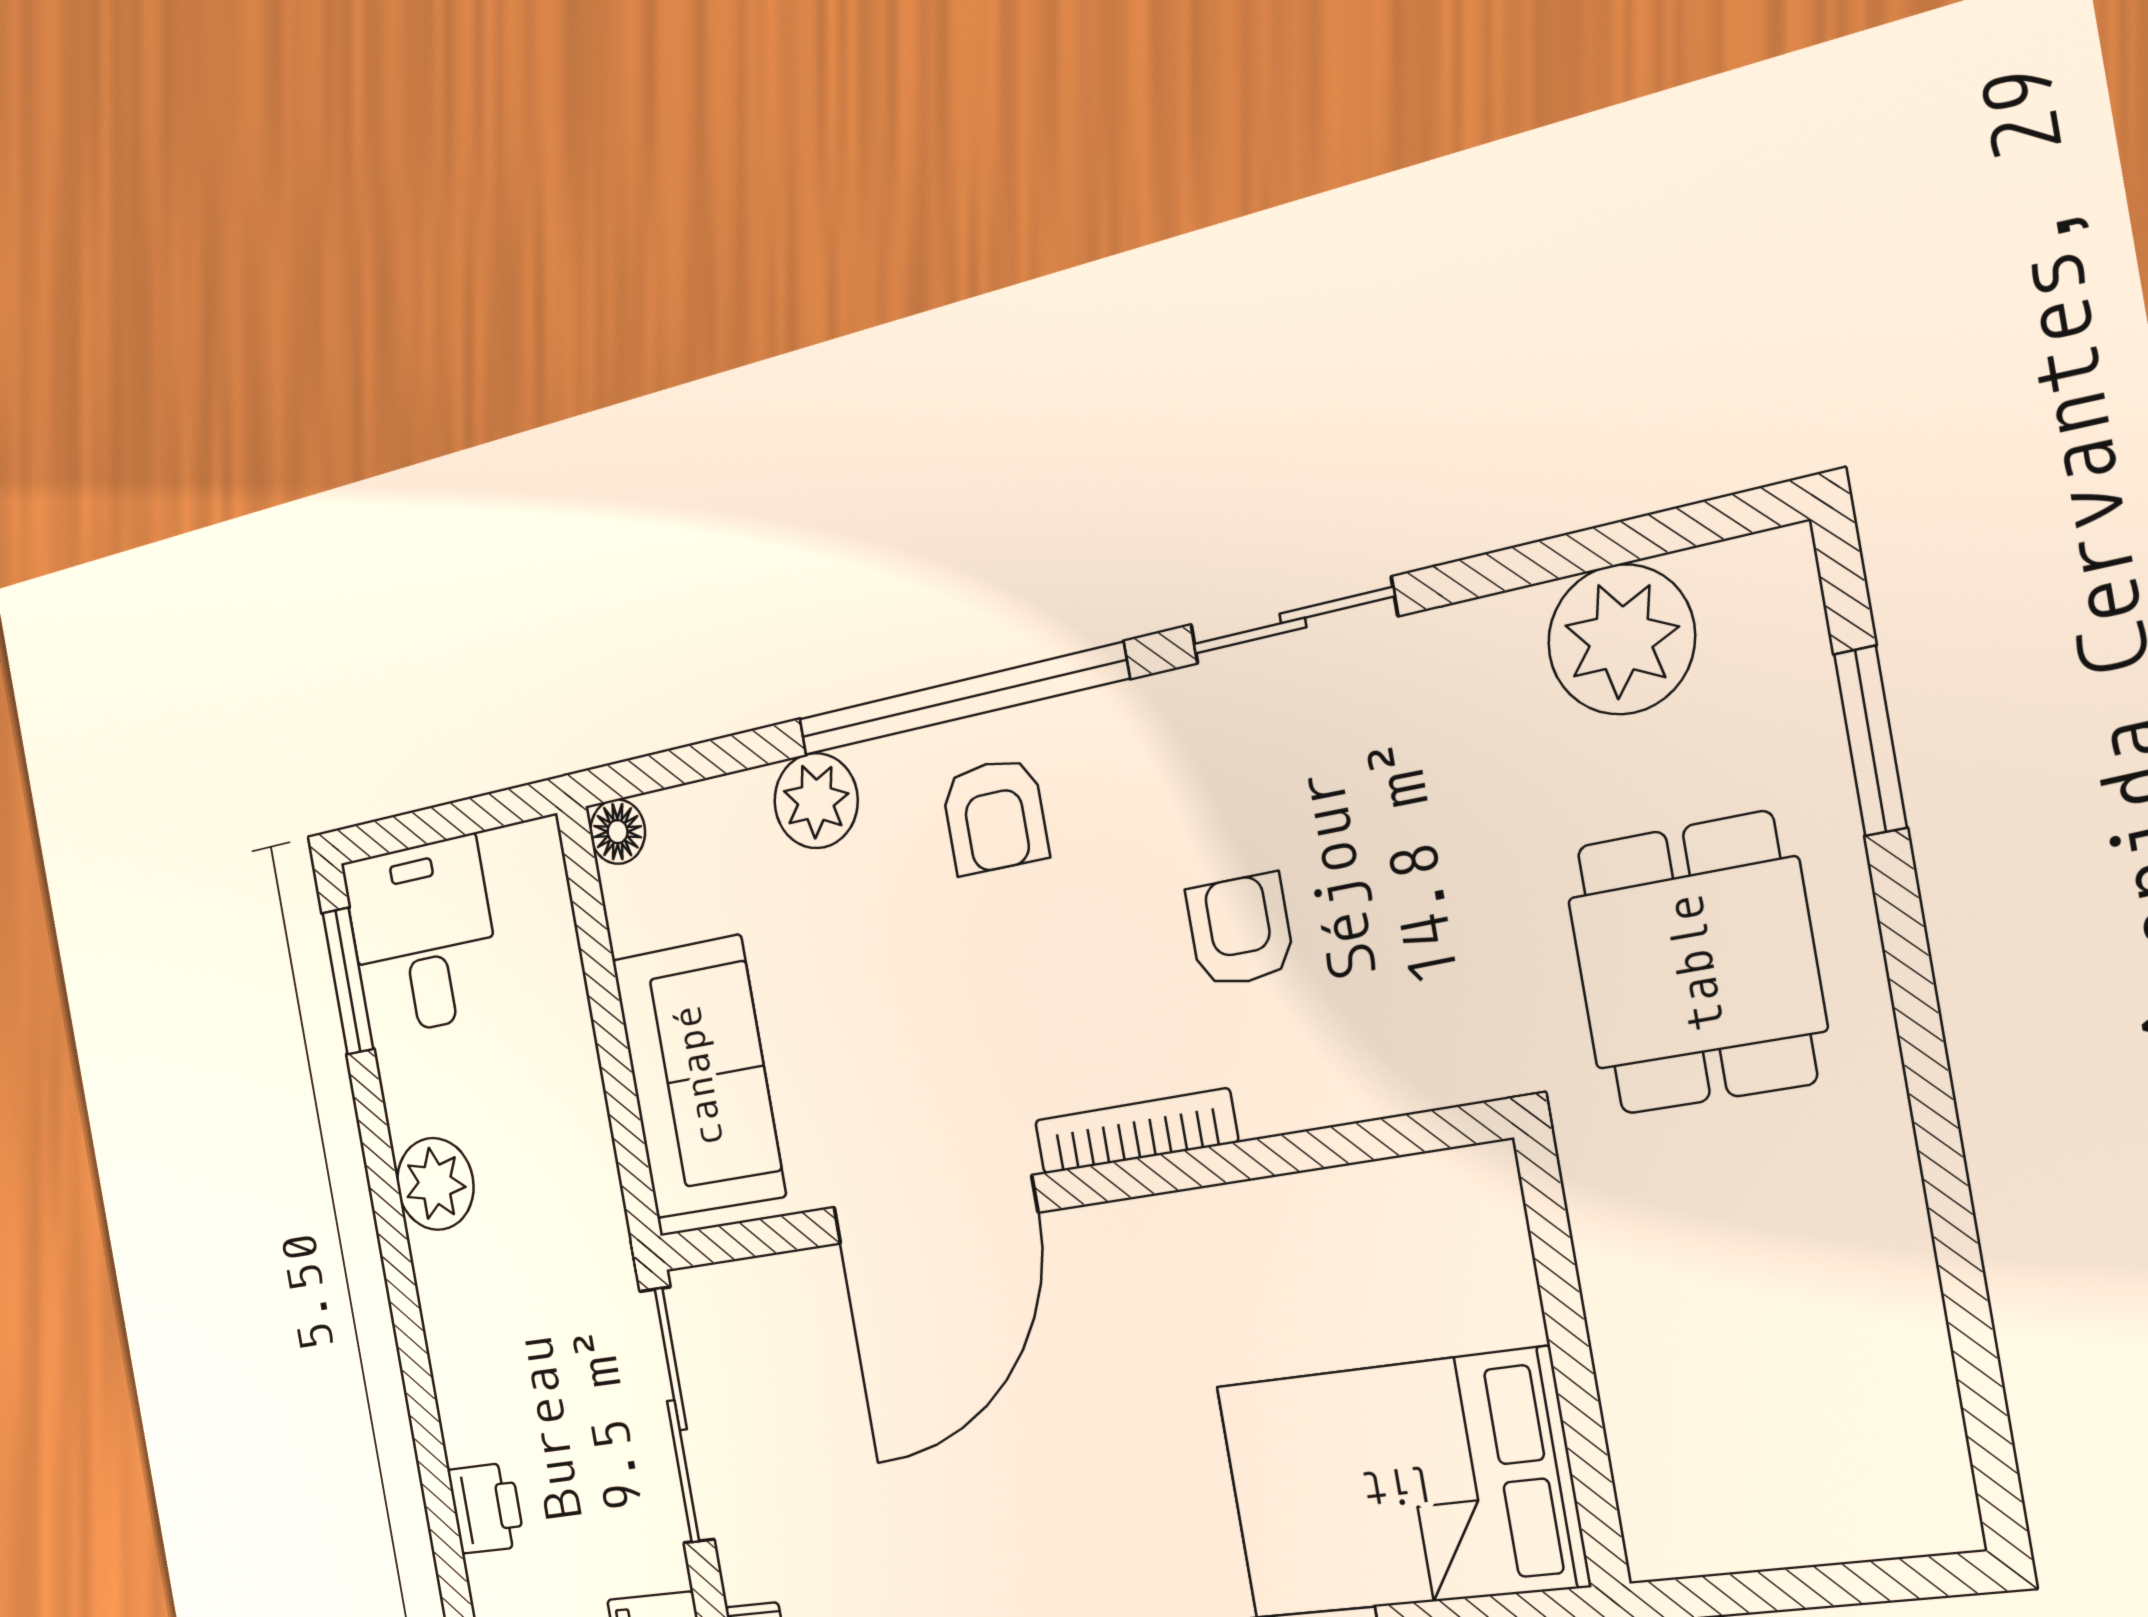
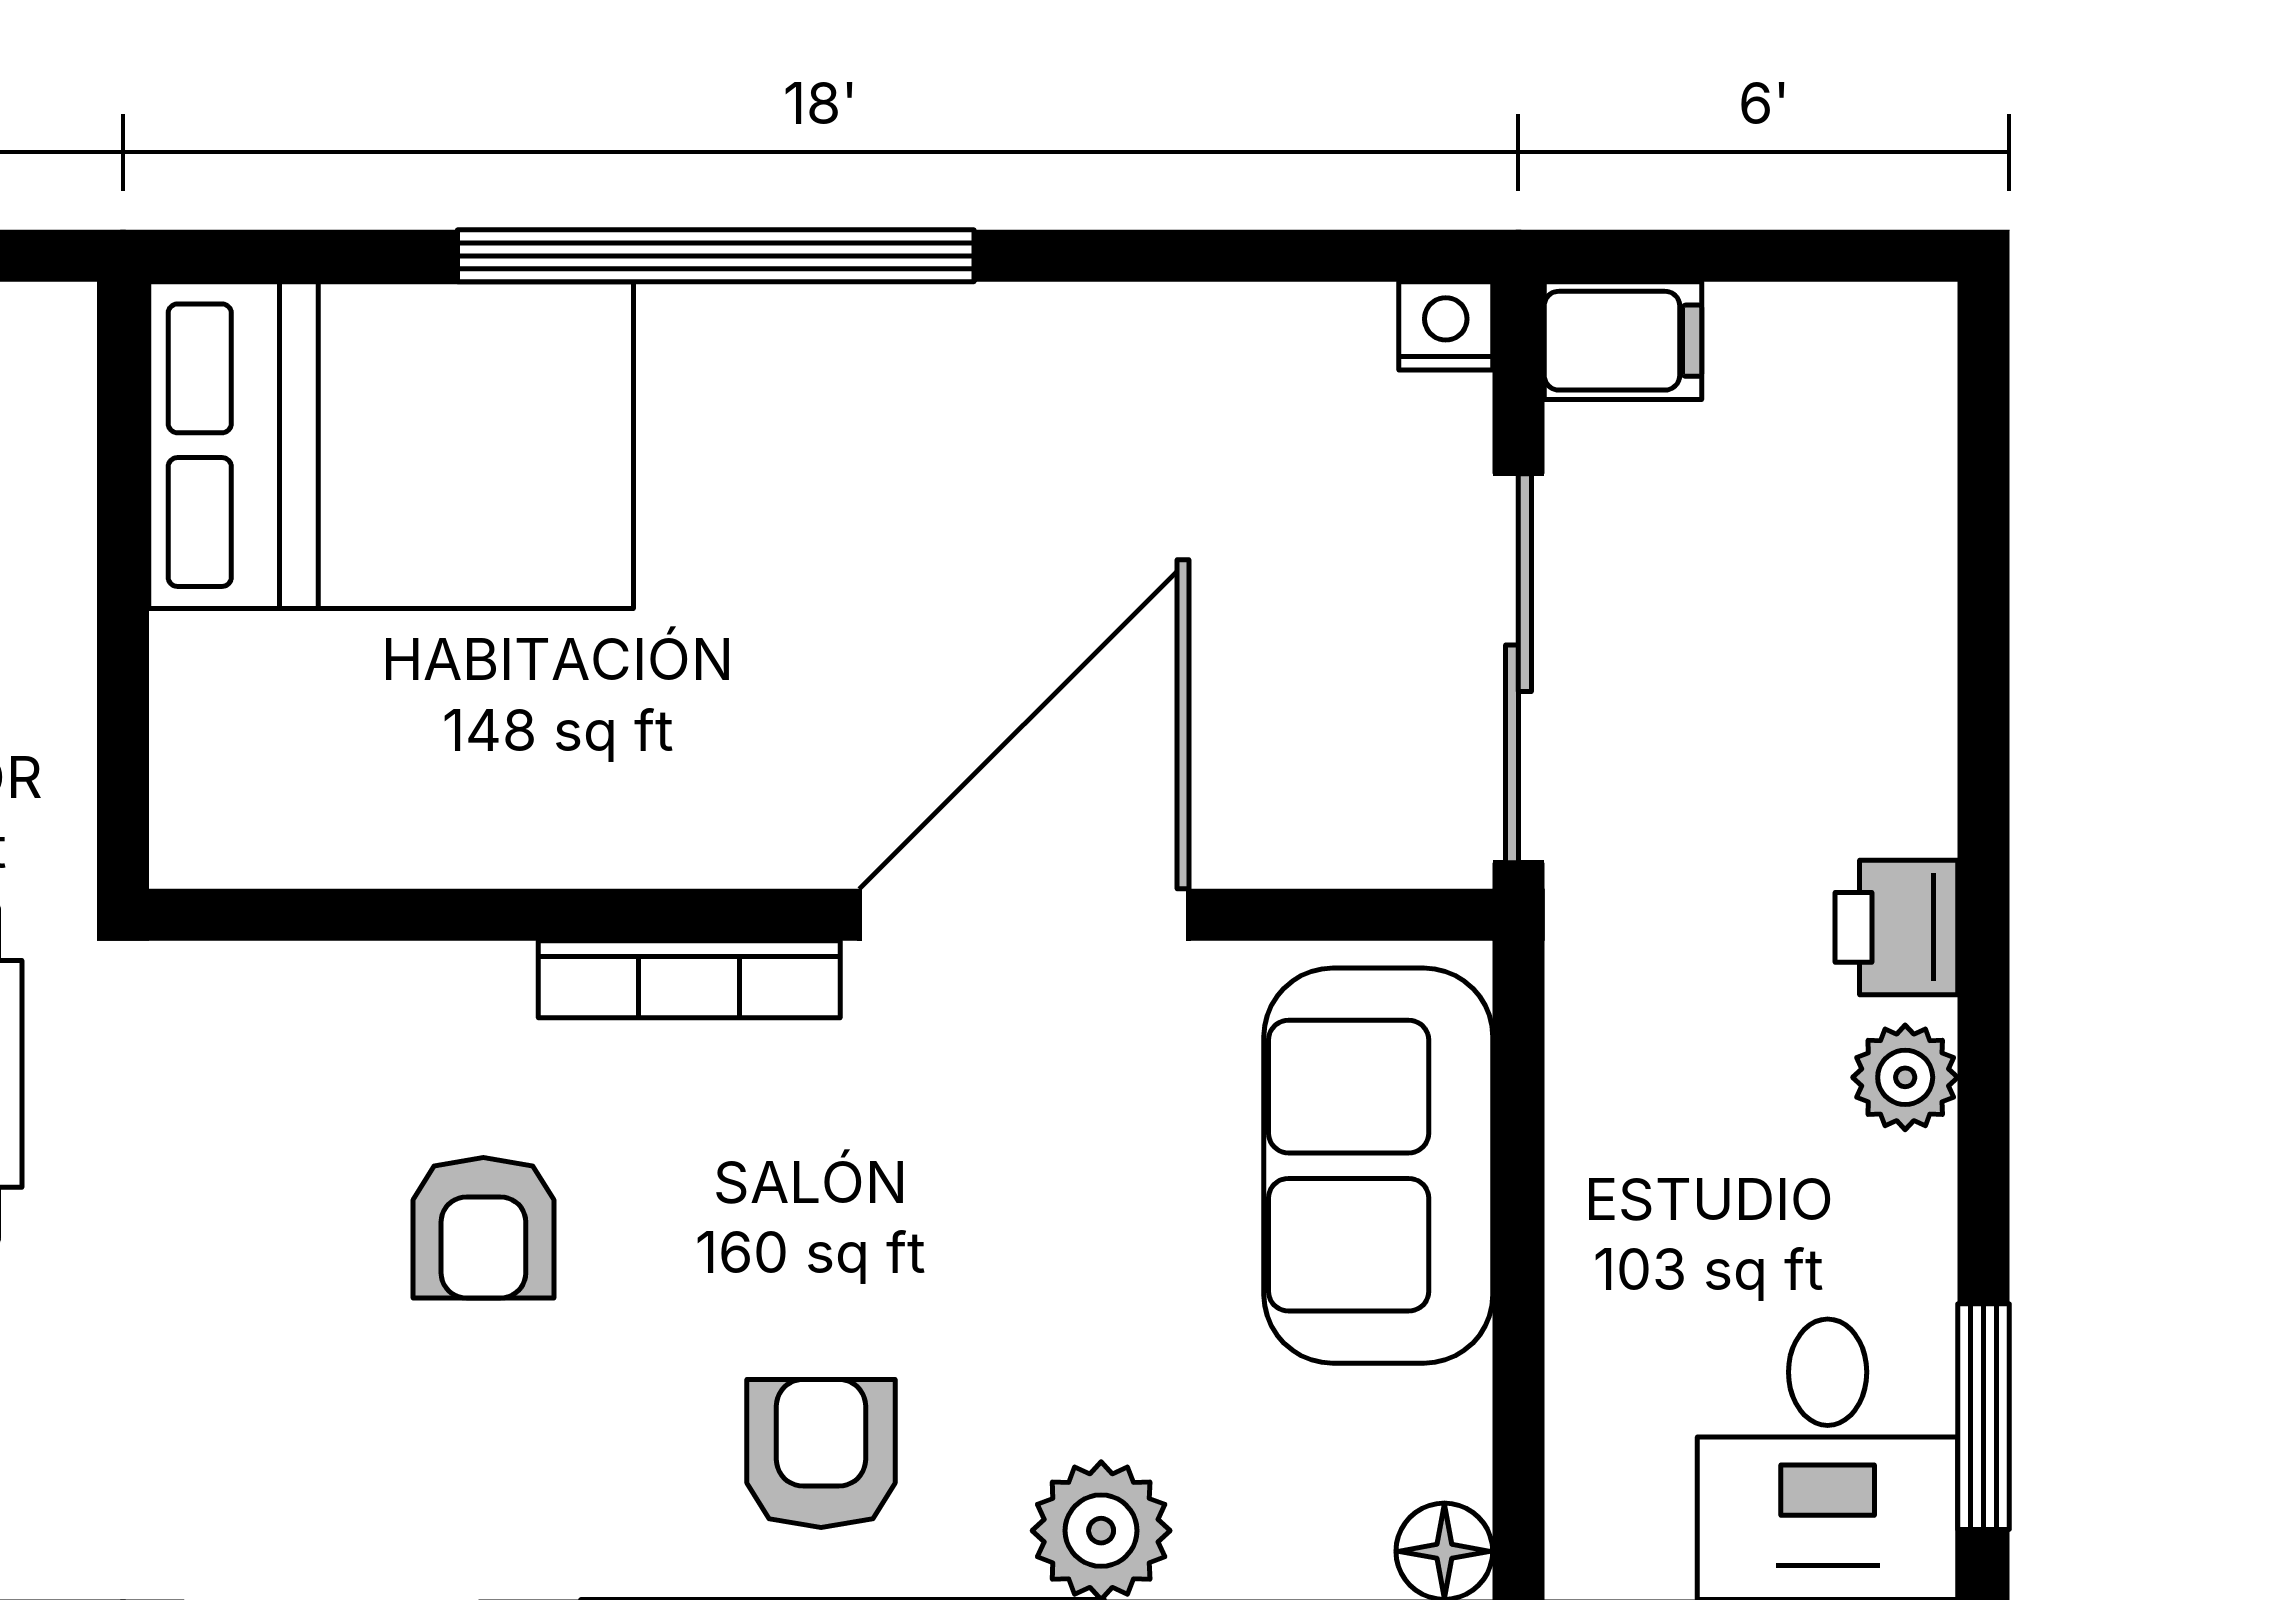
plant: (435, 1184) -> (1905, 1077), width x0.73, depth x0.73
printer: (486, 1508) -> (1896, 927), moved

